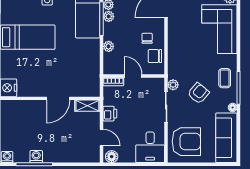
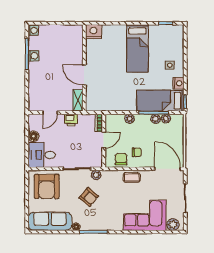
coffee table: (225, 78) -> (132, 177), moved
floor lamp: (112, 157) -> (34, 136), moved

